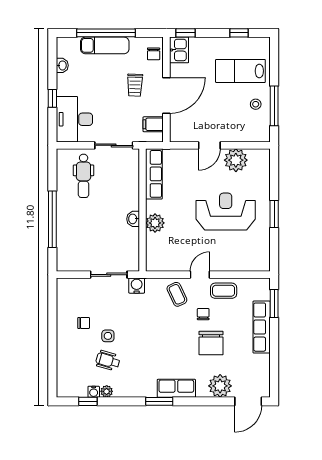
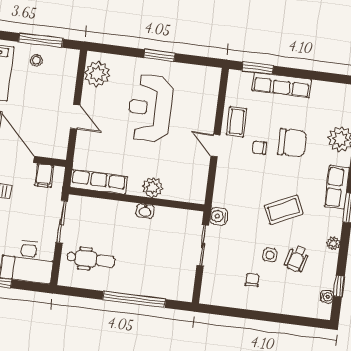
plant: (236, 160) -> (97, 74), moved
coffee table: (177, 294) -> (284, 210), moved, width x1.36, depth x1.30
plant: (107, 391) -> (333, 243), moved
water cooler: (94, 392) -> (327, 297), moved

